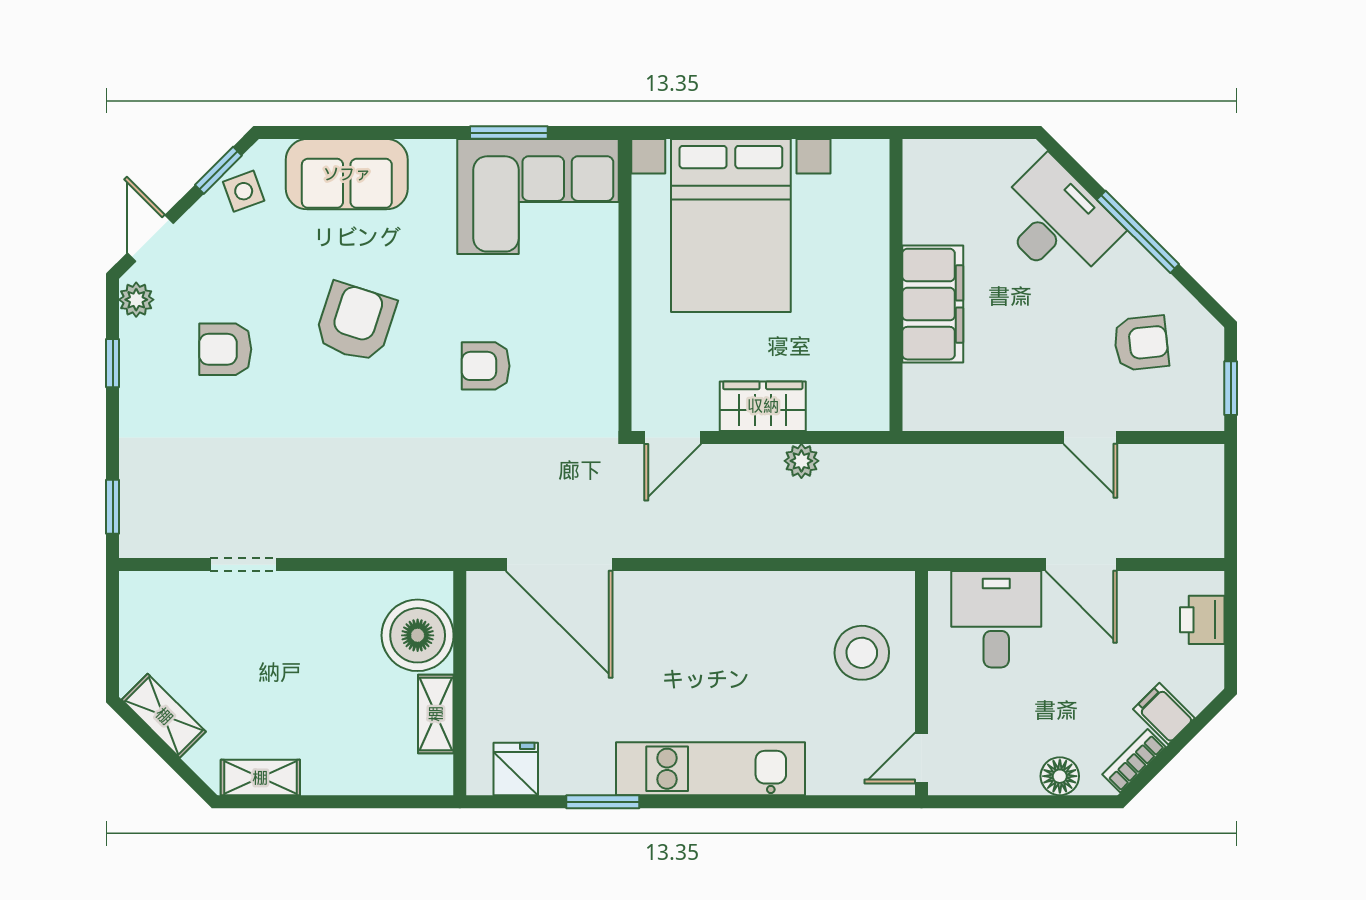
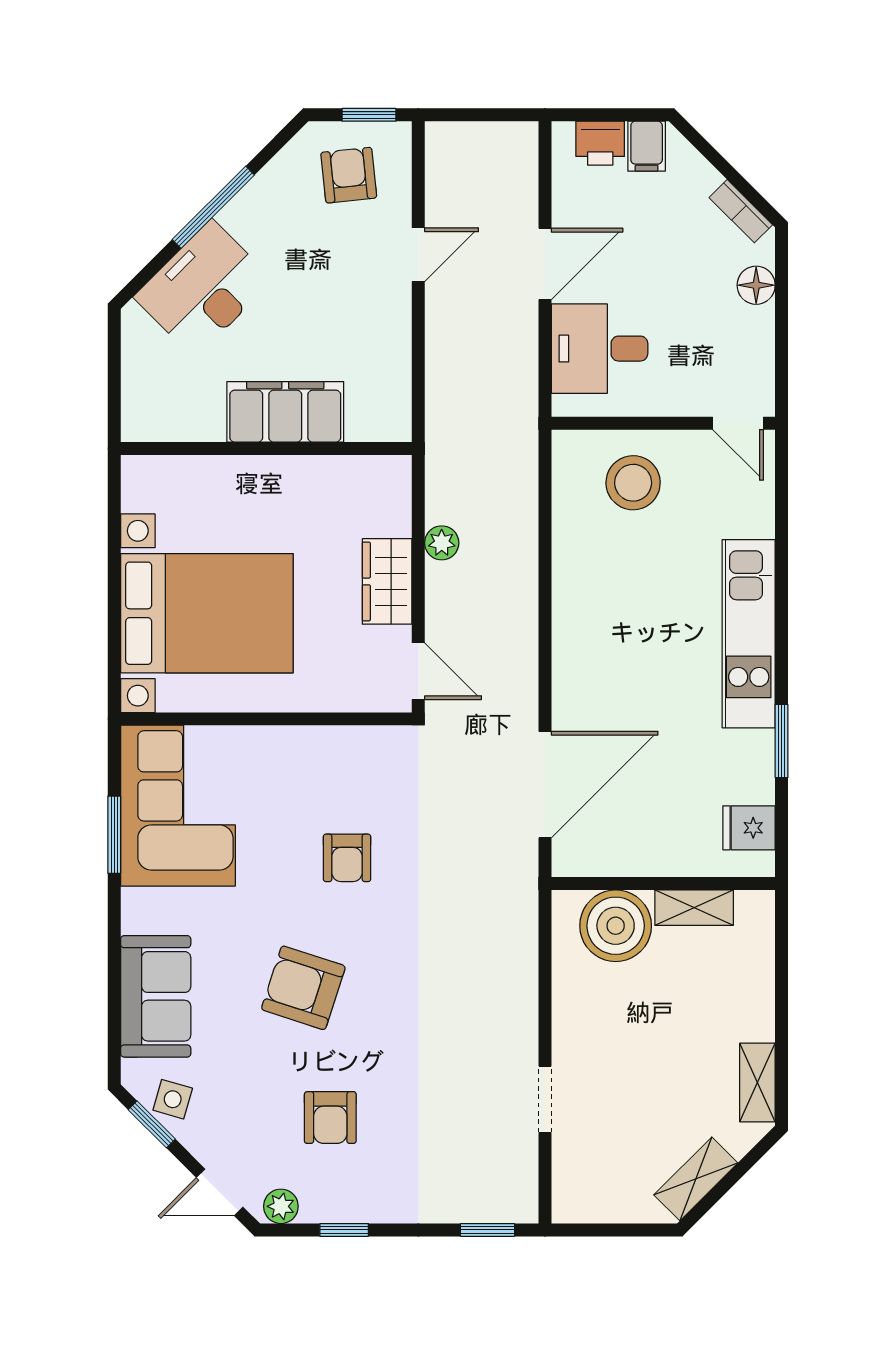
side table: (244, 191) -> (173, 1099), turned 36
armchair: (1141, 343) -> (349, 175), moved
filing cabinet: (1164, 714) -> (647, 146), moved, turned -45

